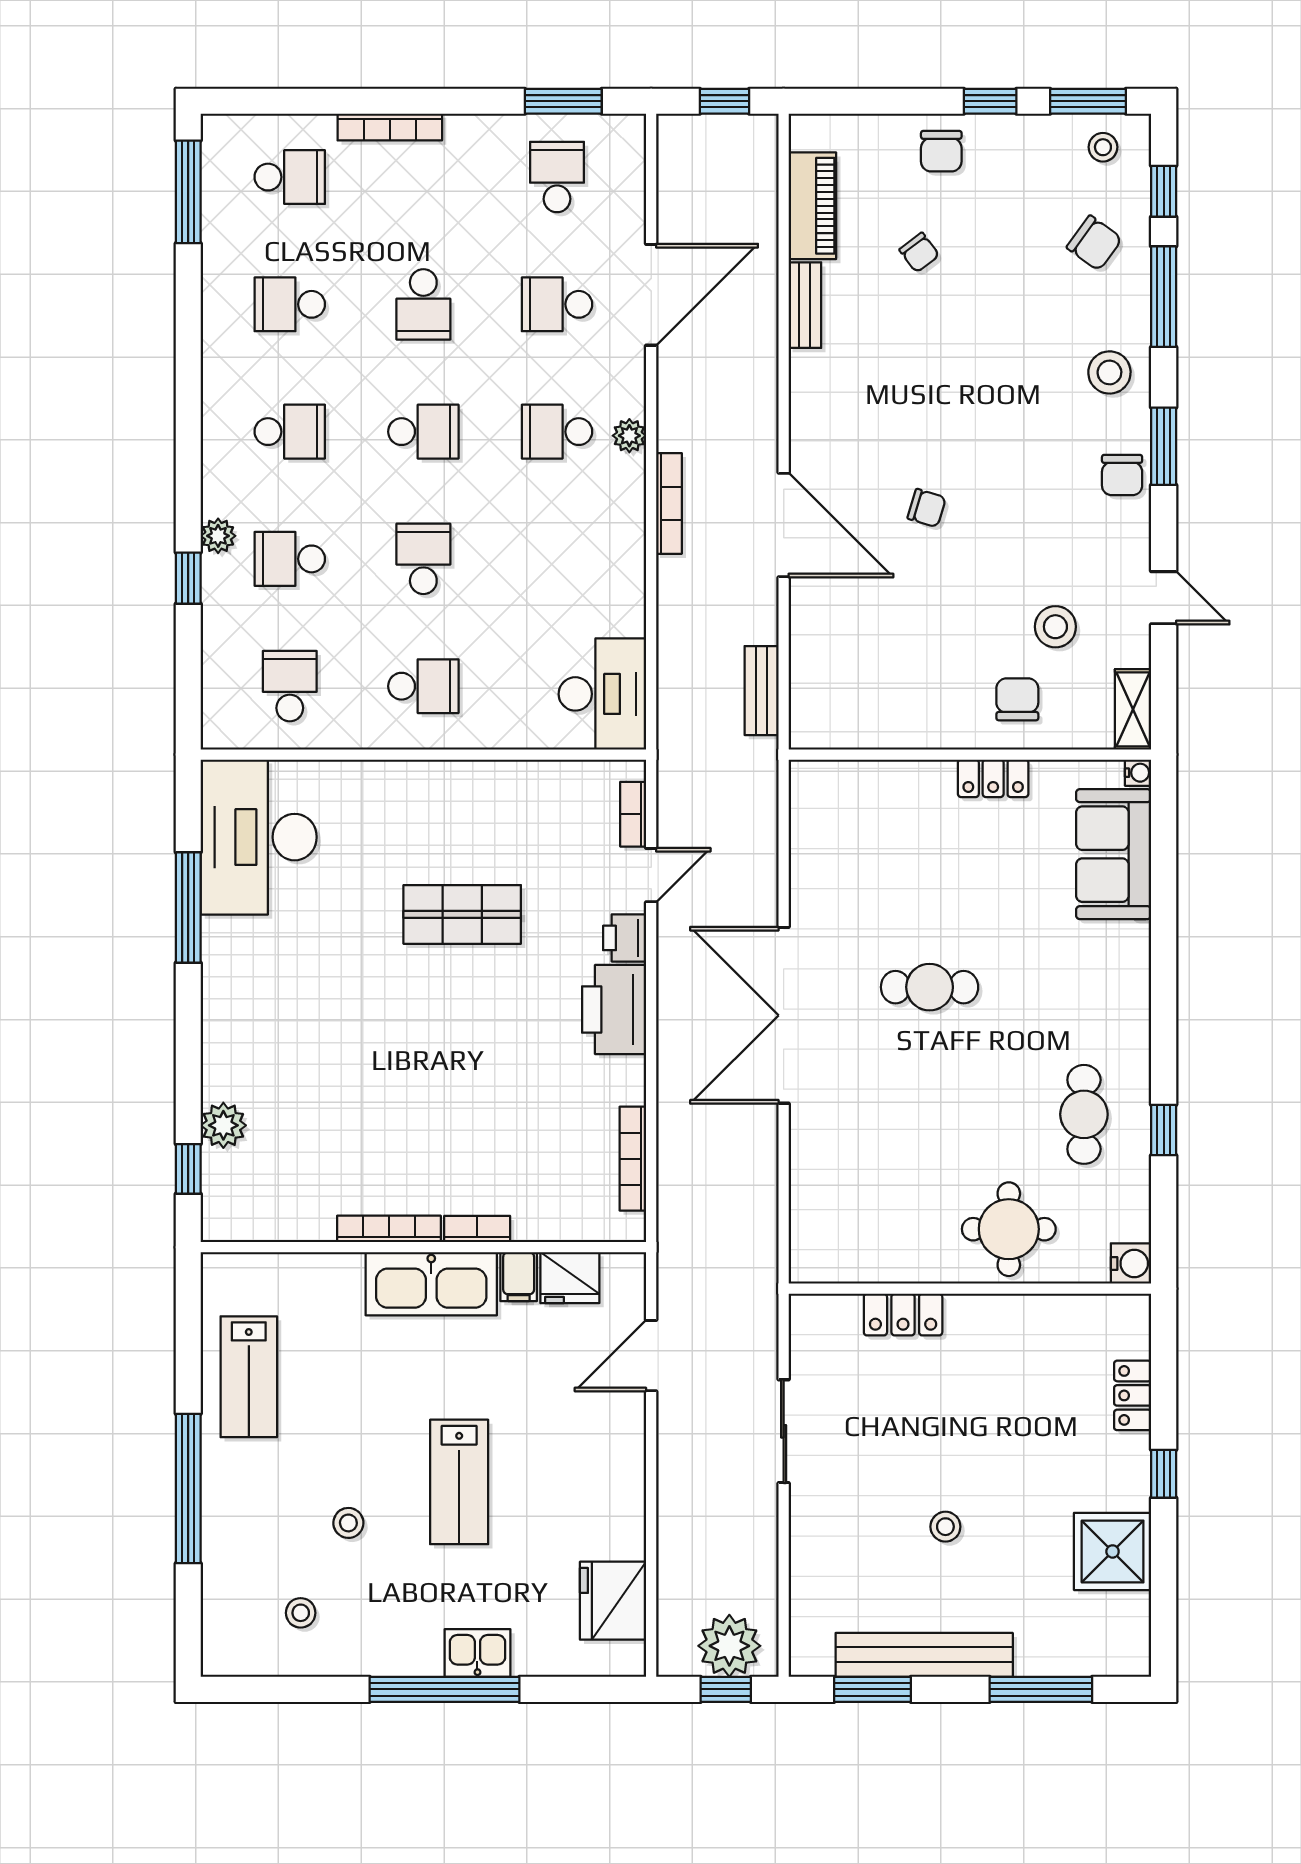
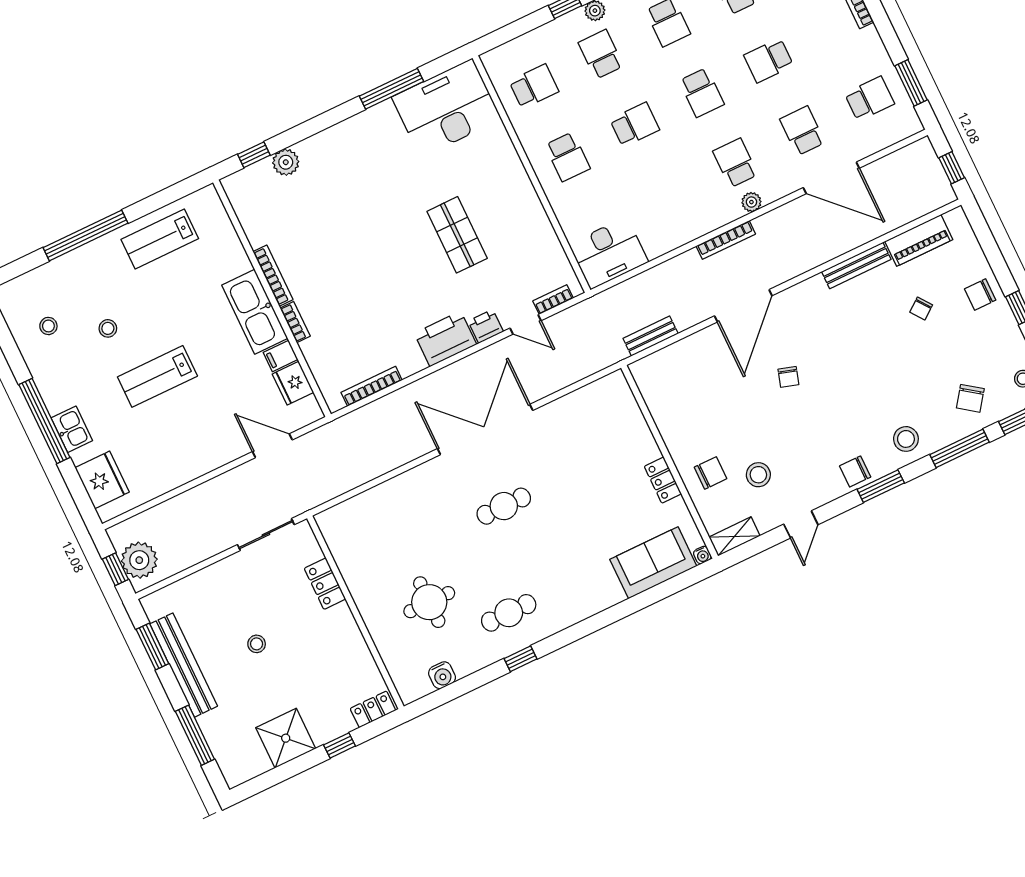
bench: (805, 305) -> (856, 265), width x1.36
cafe table: (930, 987) -> (504, 506), moved, turned 90
wall: (970, 1289) -> (355, 612), moved
locker: (903, 1315) -> (325, 584), moved
fridge: (613, 1601) -> (102, 480), moved, turned 90

